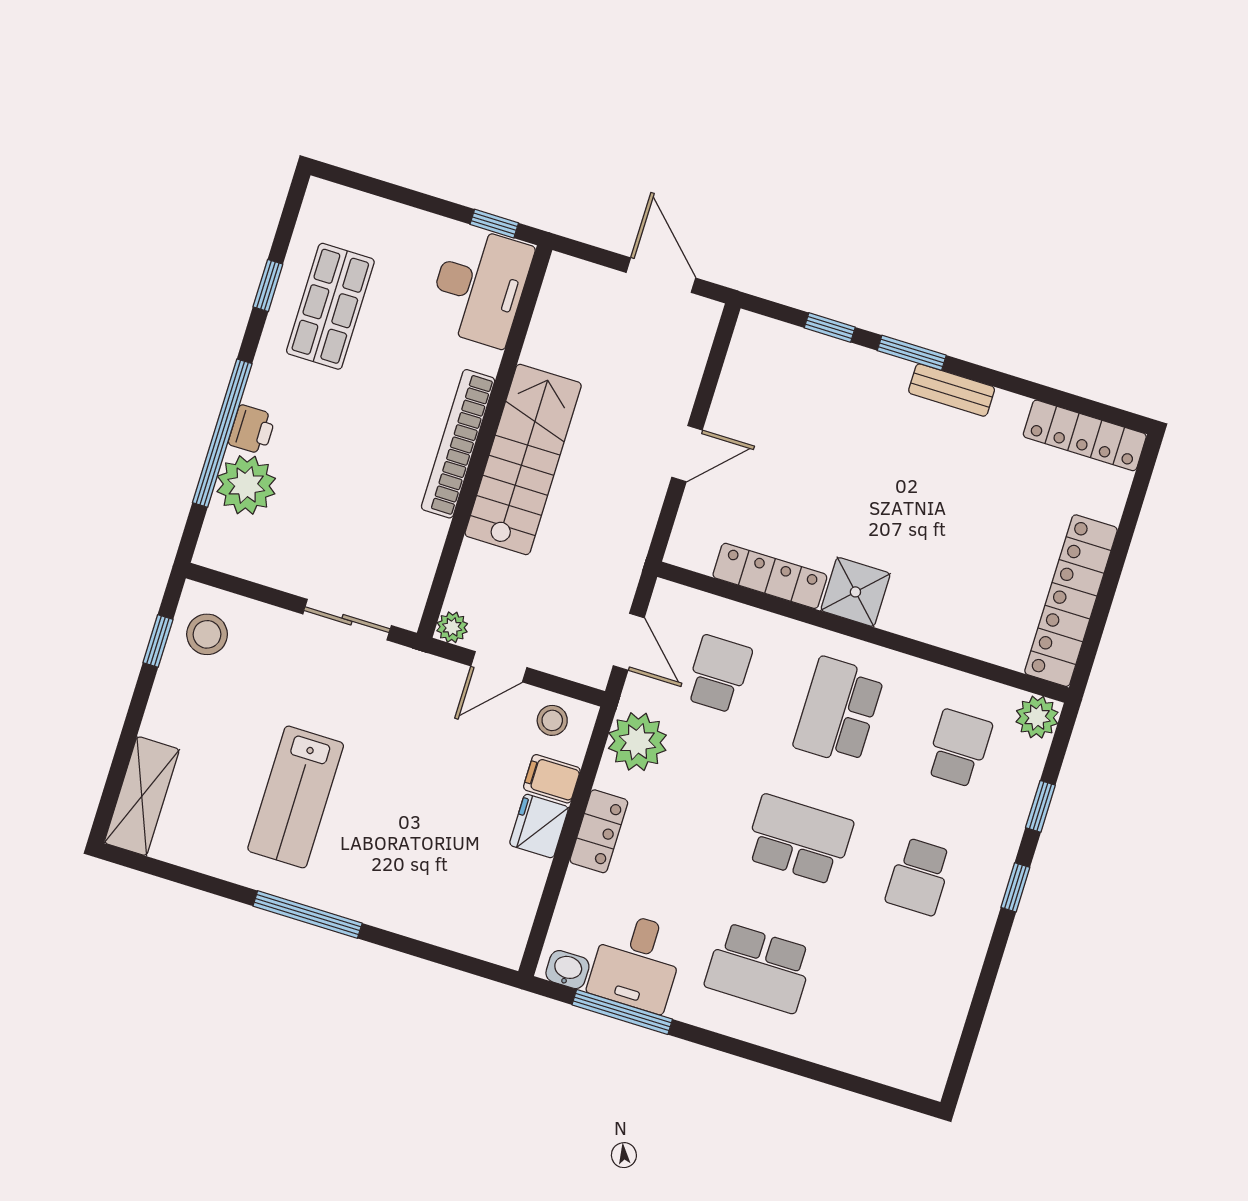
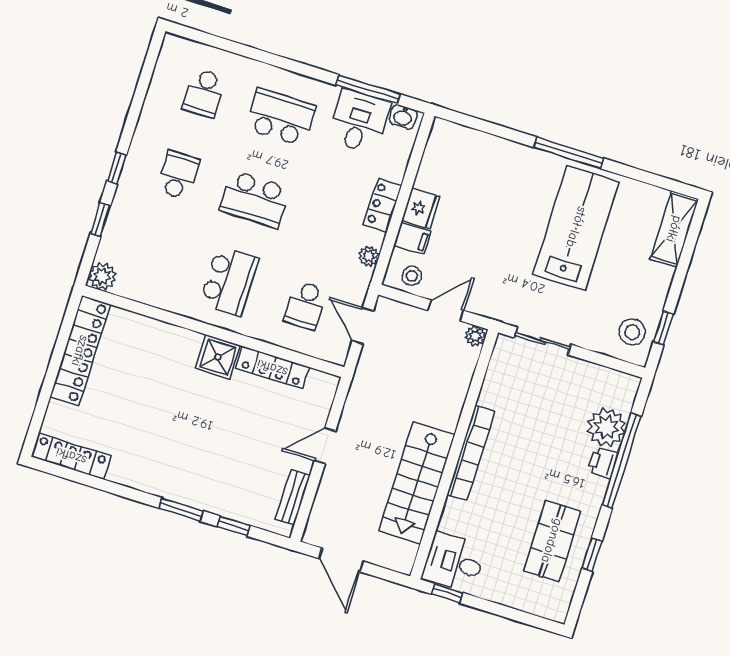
desk: (480, 286) -> (454, 562), width x0.73
bench: (952, 390) -> (293, 497), moved, turned 90
stairs: (523, 459) -> (417, 483), moved
plant: (637, 742) -> (369, 256), width x0.53, depth x0.53
school desk: (959, 748) -> (204, 93), moved
lab bench: (296, 797) -> (576, 228), width x1.36, depth x1.39

